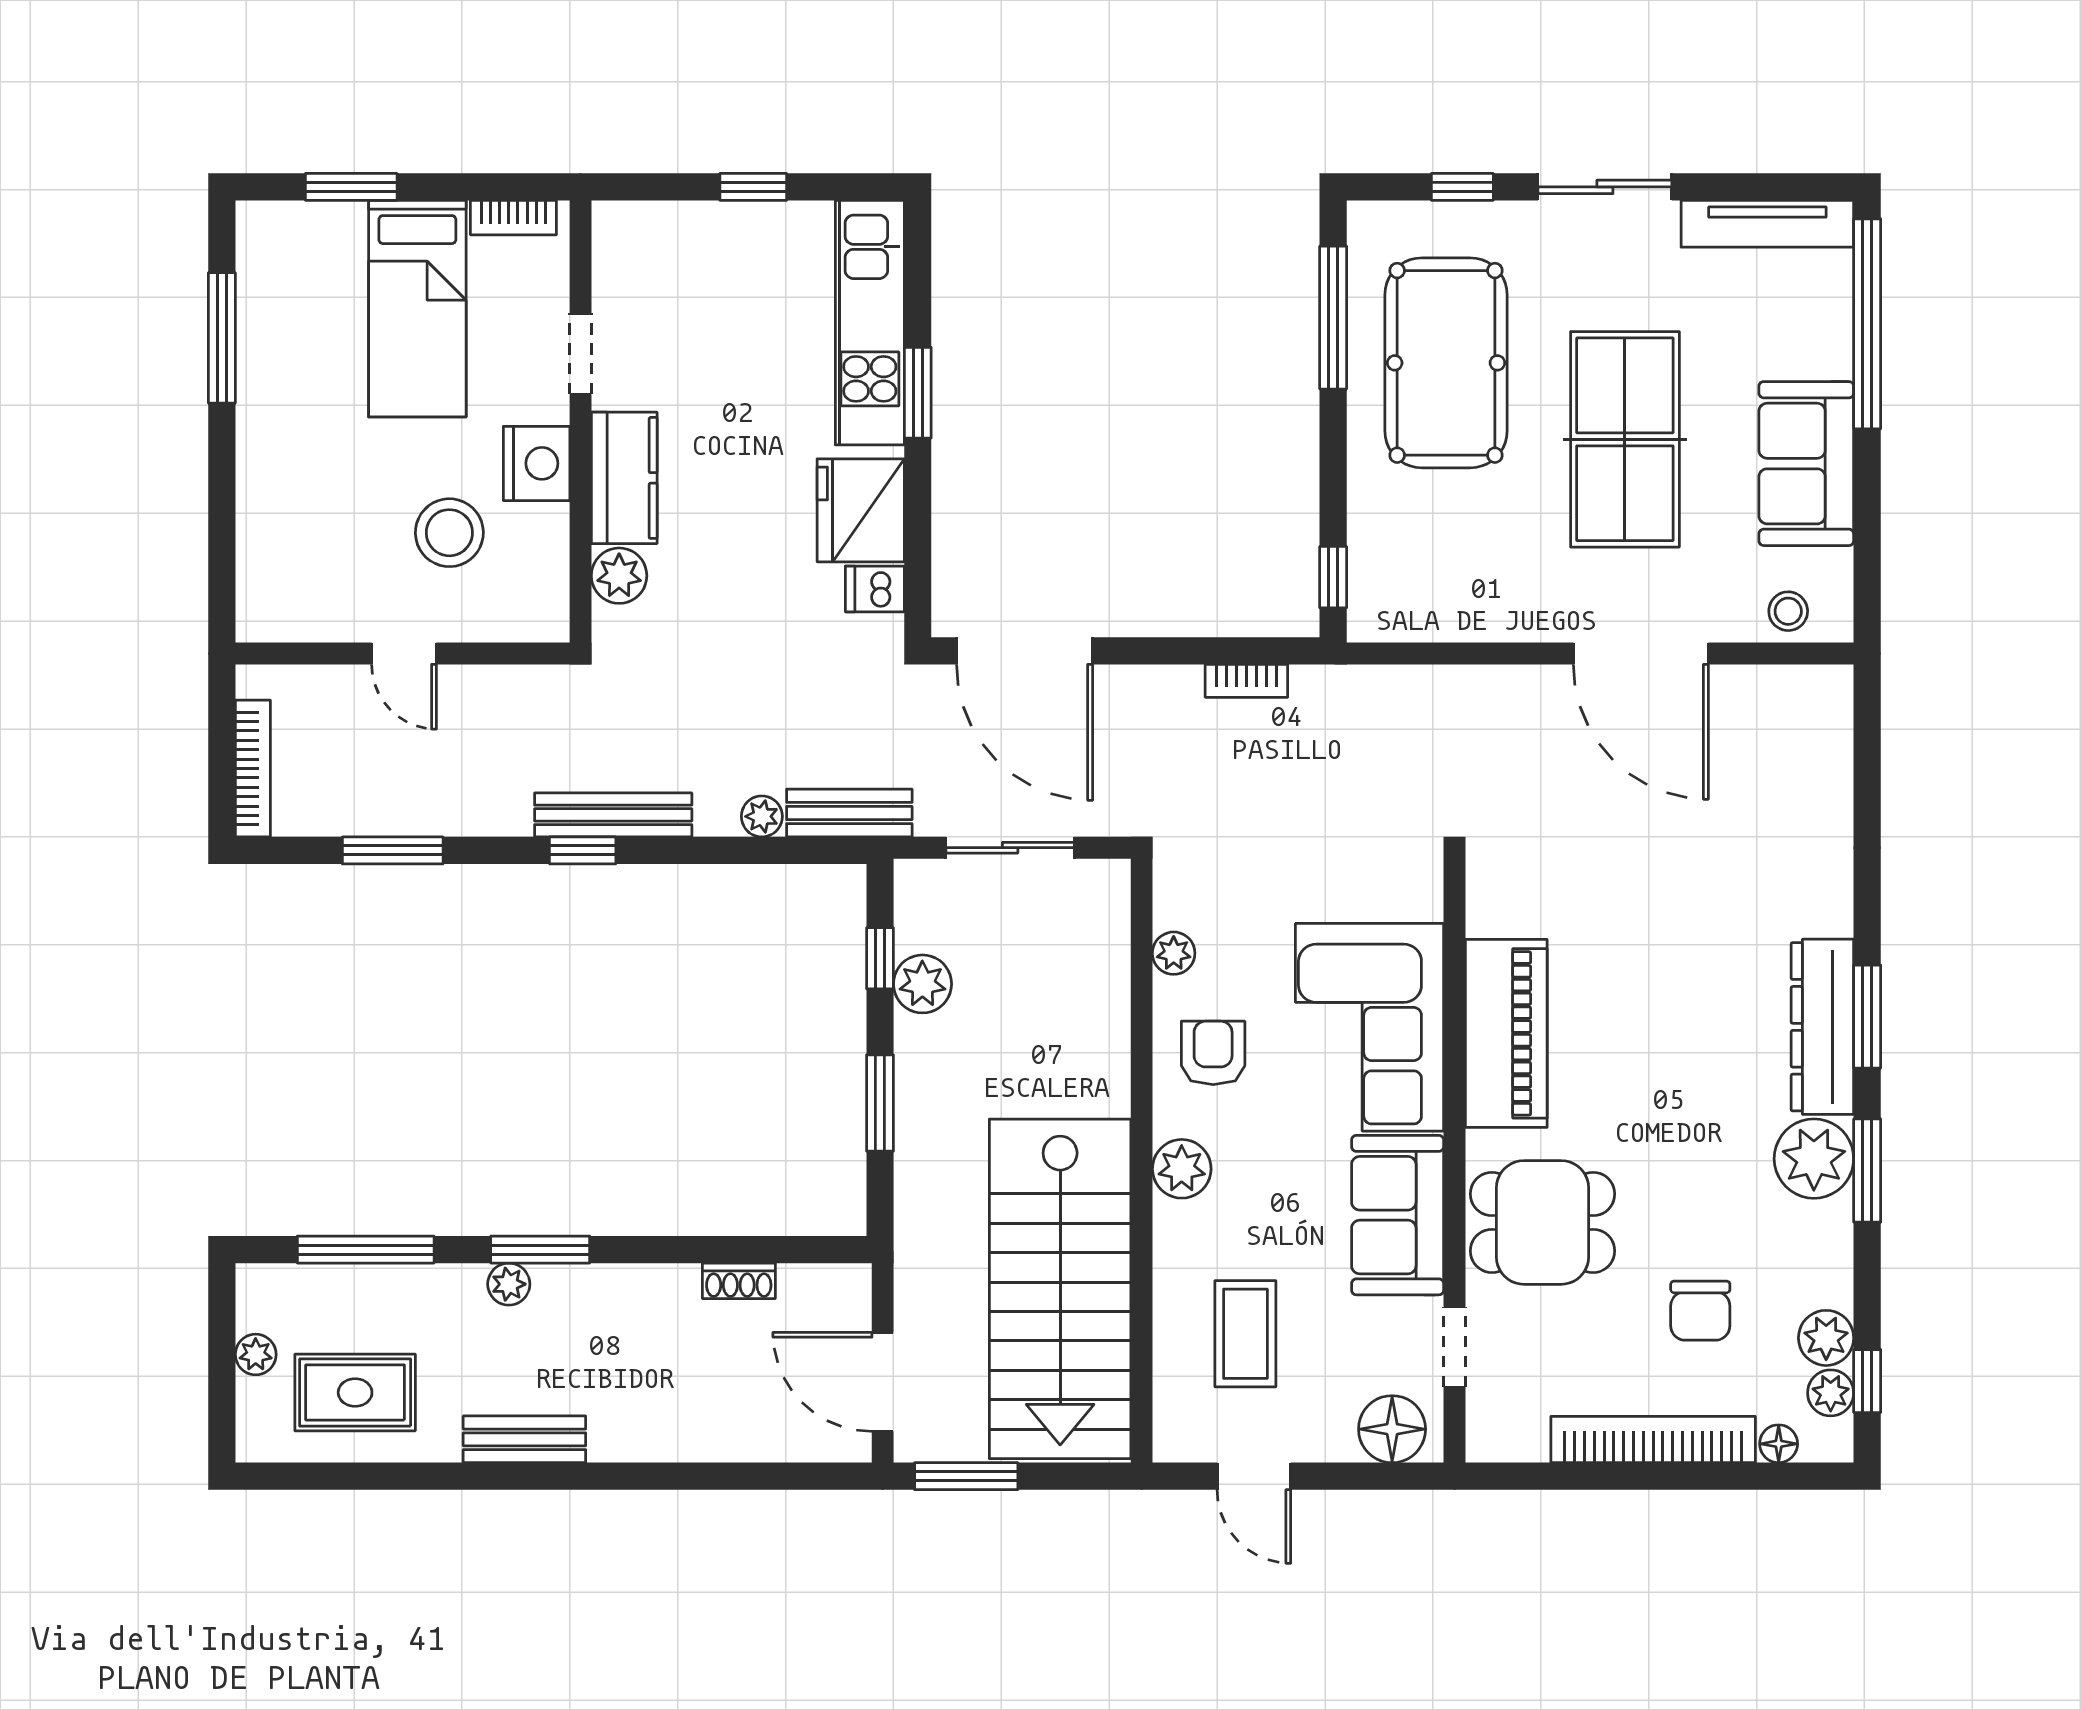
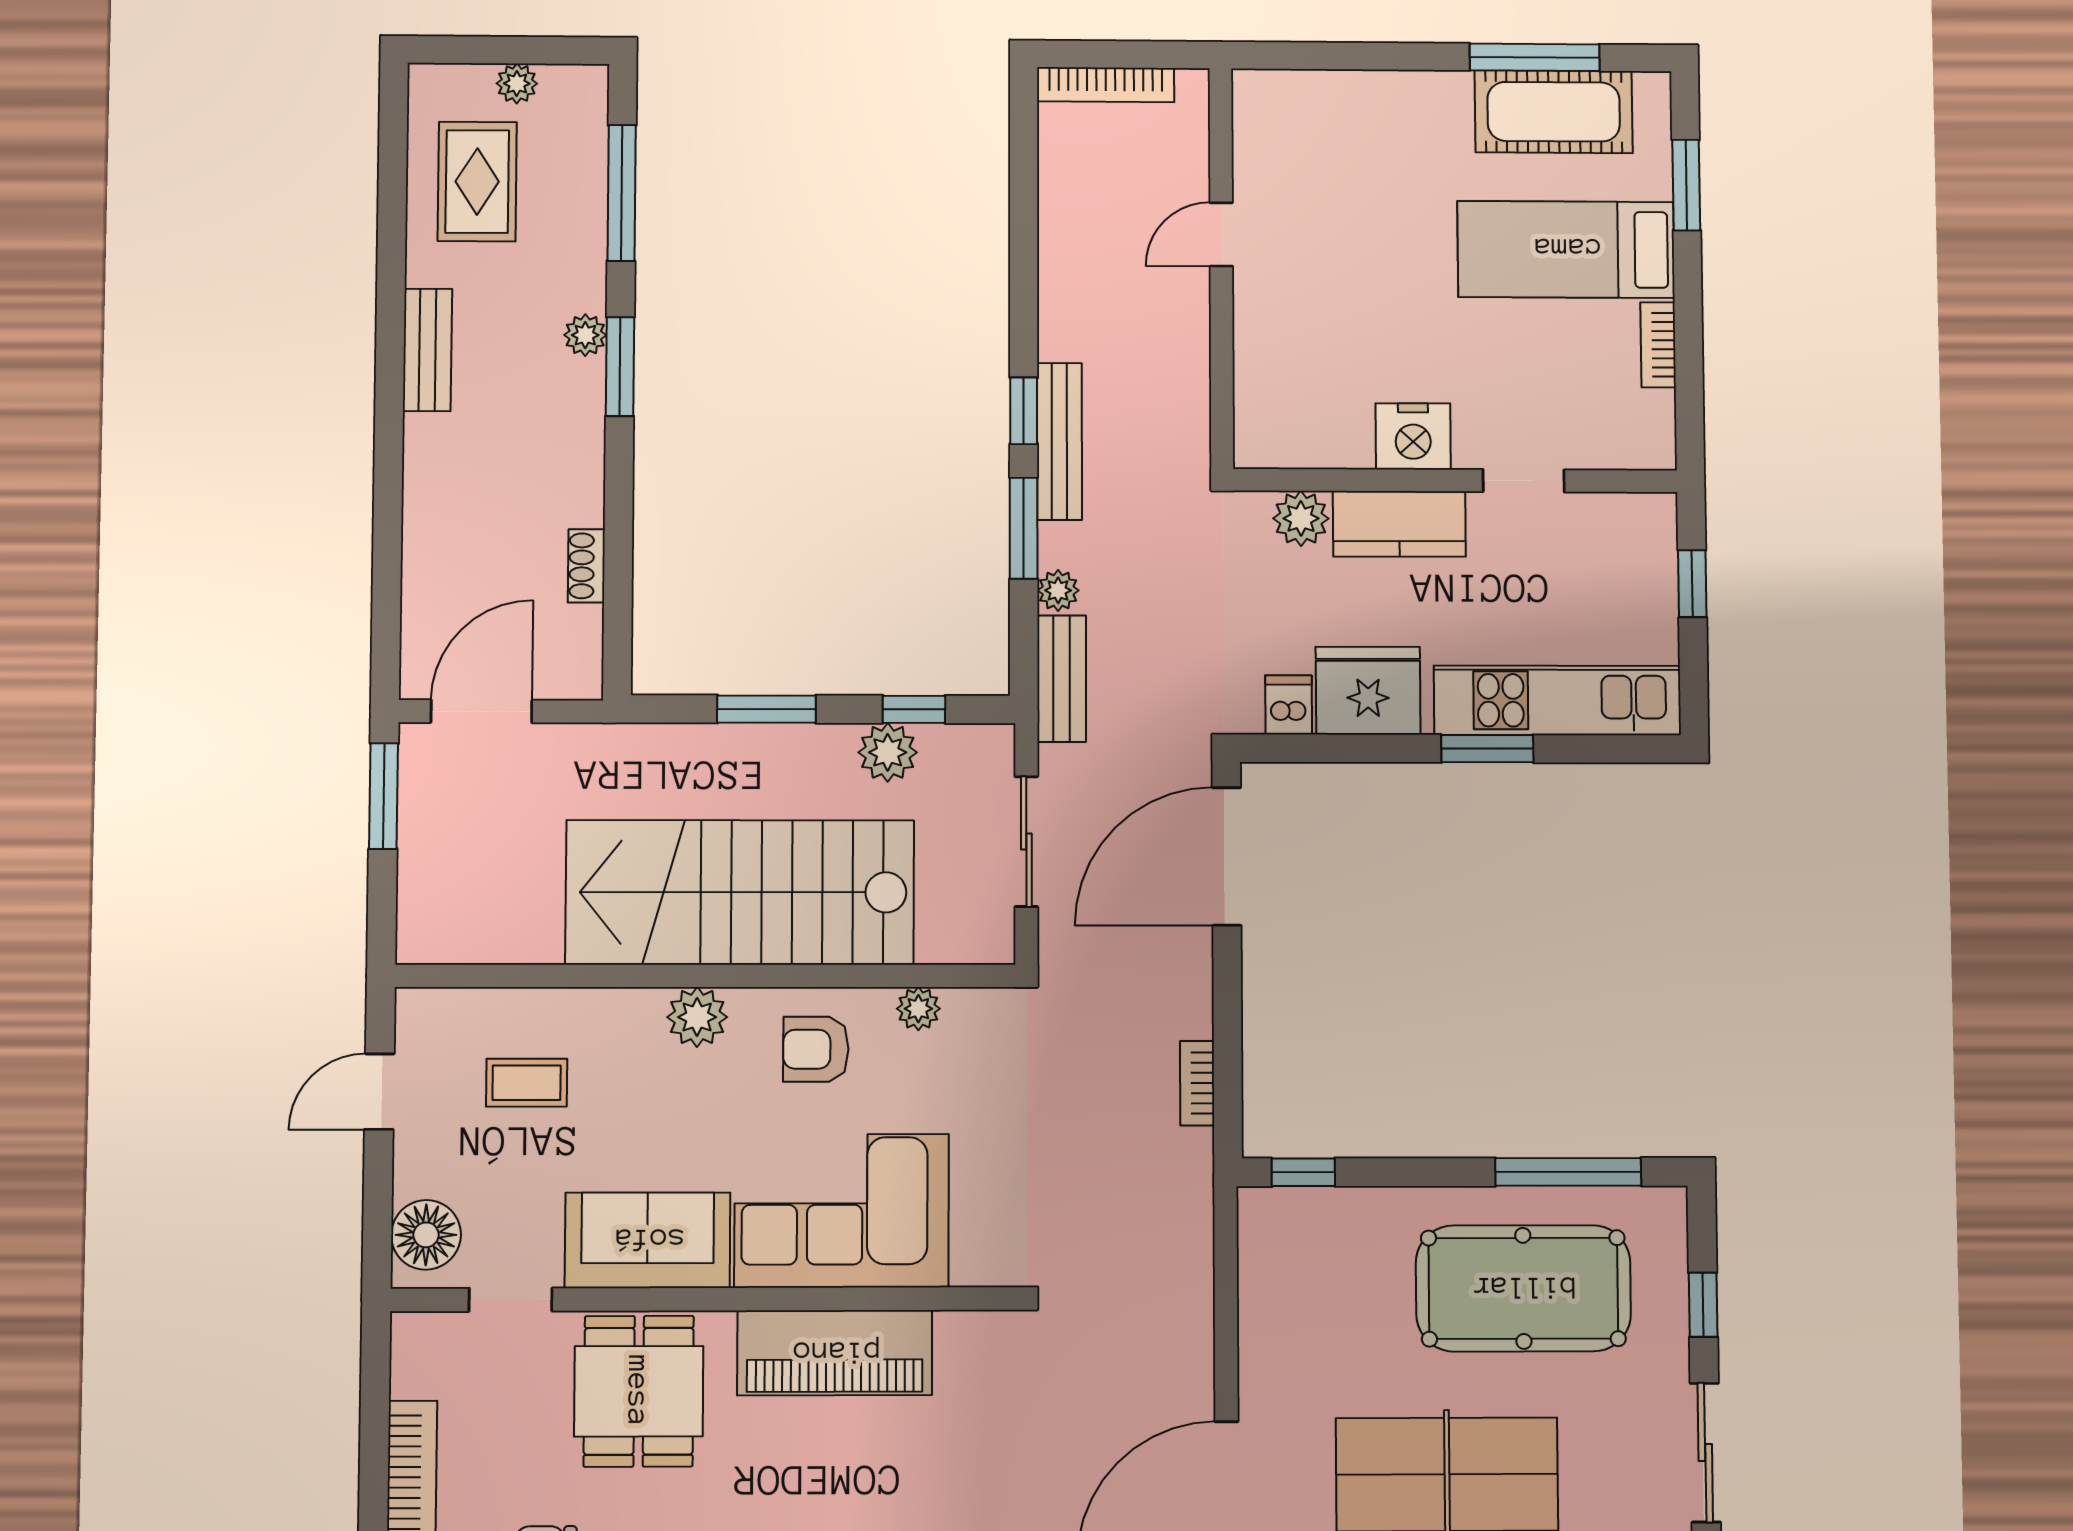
cot: (277, 319) -> (1554, 112), added
doorway: (581, 354) -> (1524, 481), moved
wall: (581, 422) -> (1456, 480), moved
nightstand: (537, 463) -> (1413, 436), moved
kitchen counter: (624, 478) -> (1399, 524), moved
stool: (449, 533) -> (1342, 280), removed
plant: (619, 576) -> (1301, 518), moved
window: (393, 850) -> (1024, 528), moved
armchair: (1213, 1053) -> (816, 1049), turned 180
stairs: (1060, 1289) -> (740, 892), moved
coffee table: (1245, 1334) -> (527, 1083), width x0.73, depth x0.77

